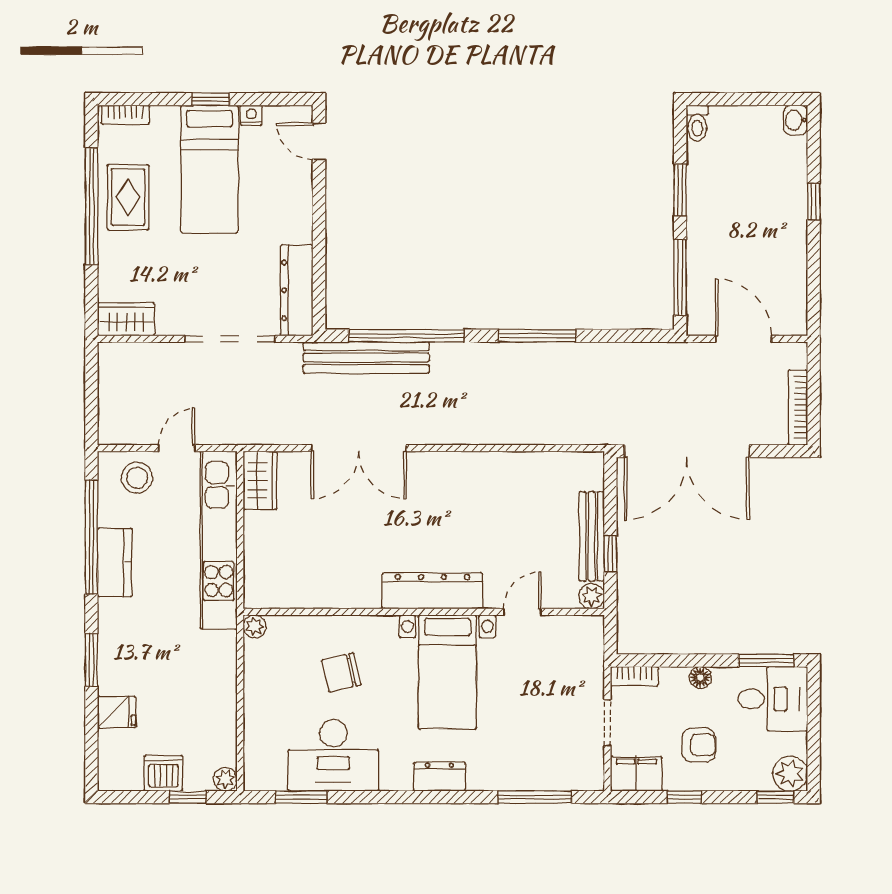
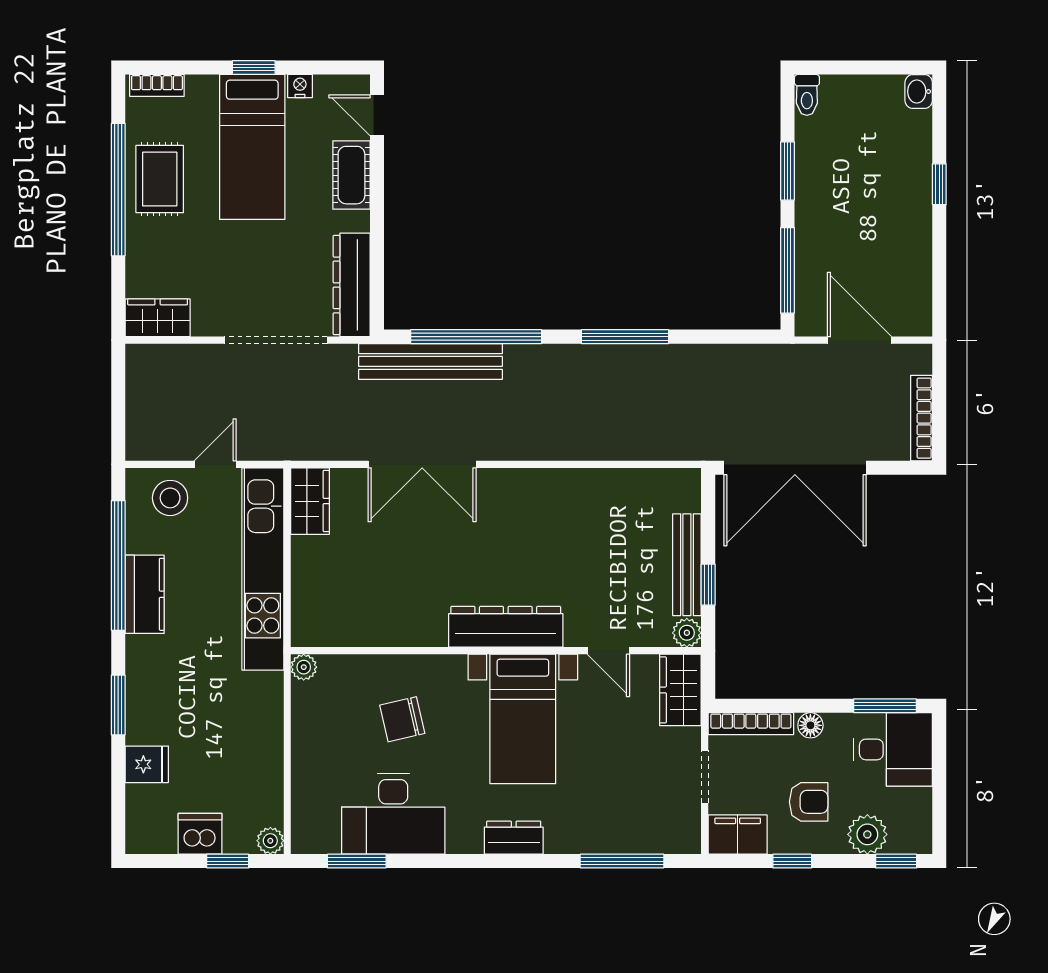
cot: (297, 194) -> (351, 175), added
door: (523, 612) -> (608, 651), swing flipped
wardrobe: (586, 647) -> (680, 690), added
bookcase: (634, 676) -> (751, 724), width x1.56
plant: (790, 774) -> (867, 834), moved

